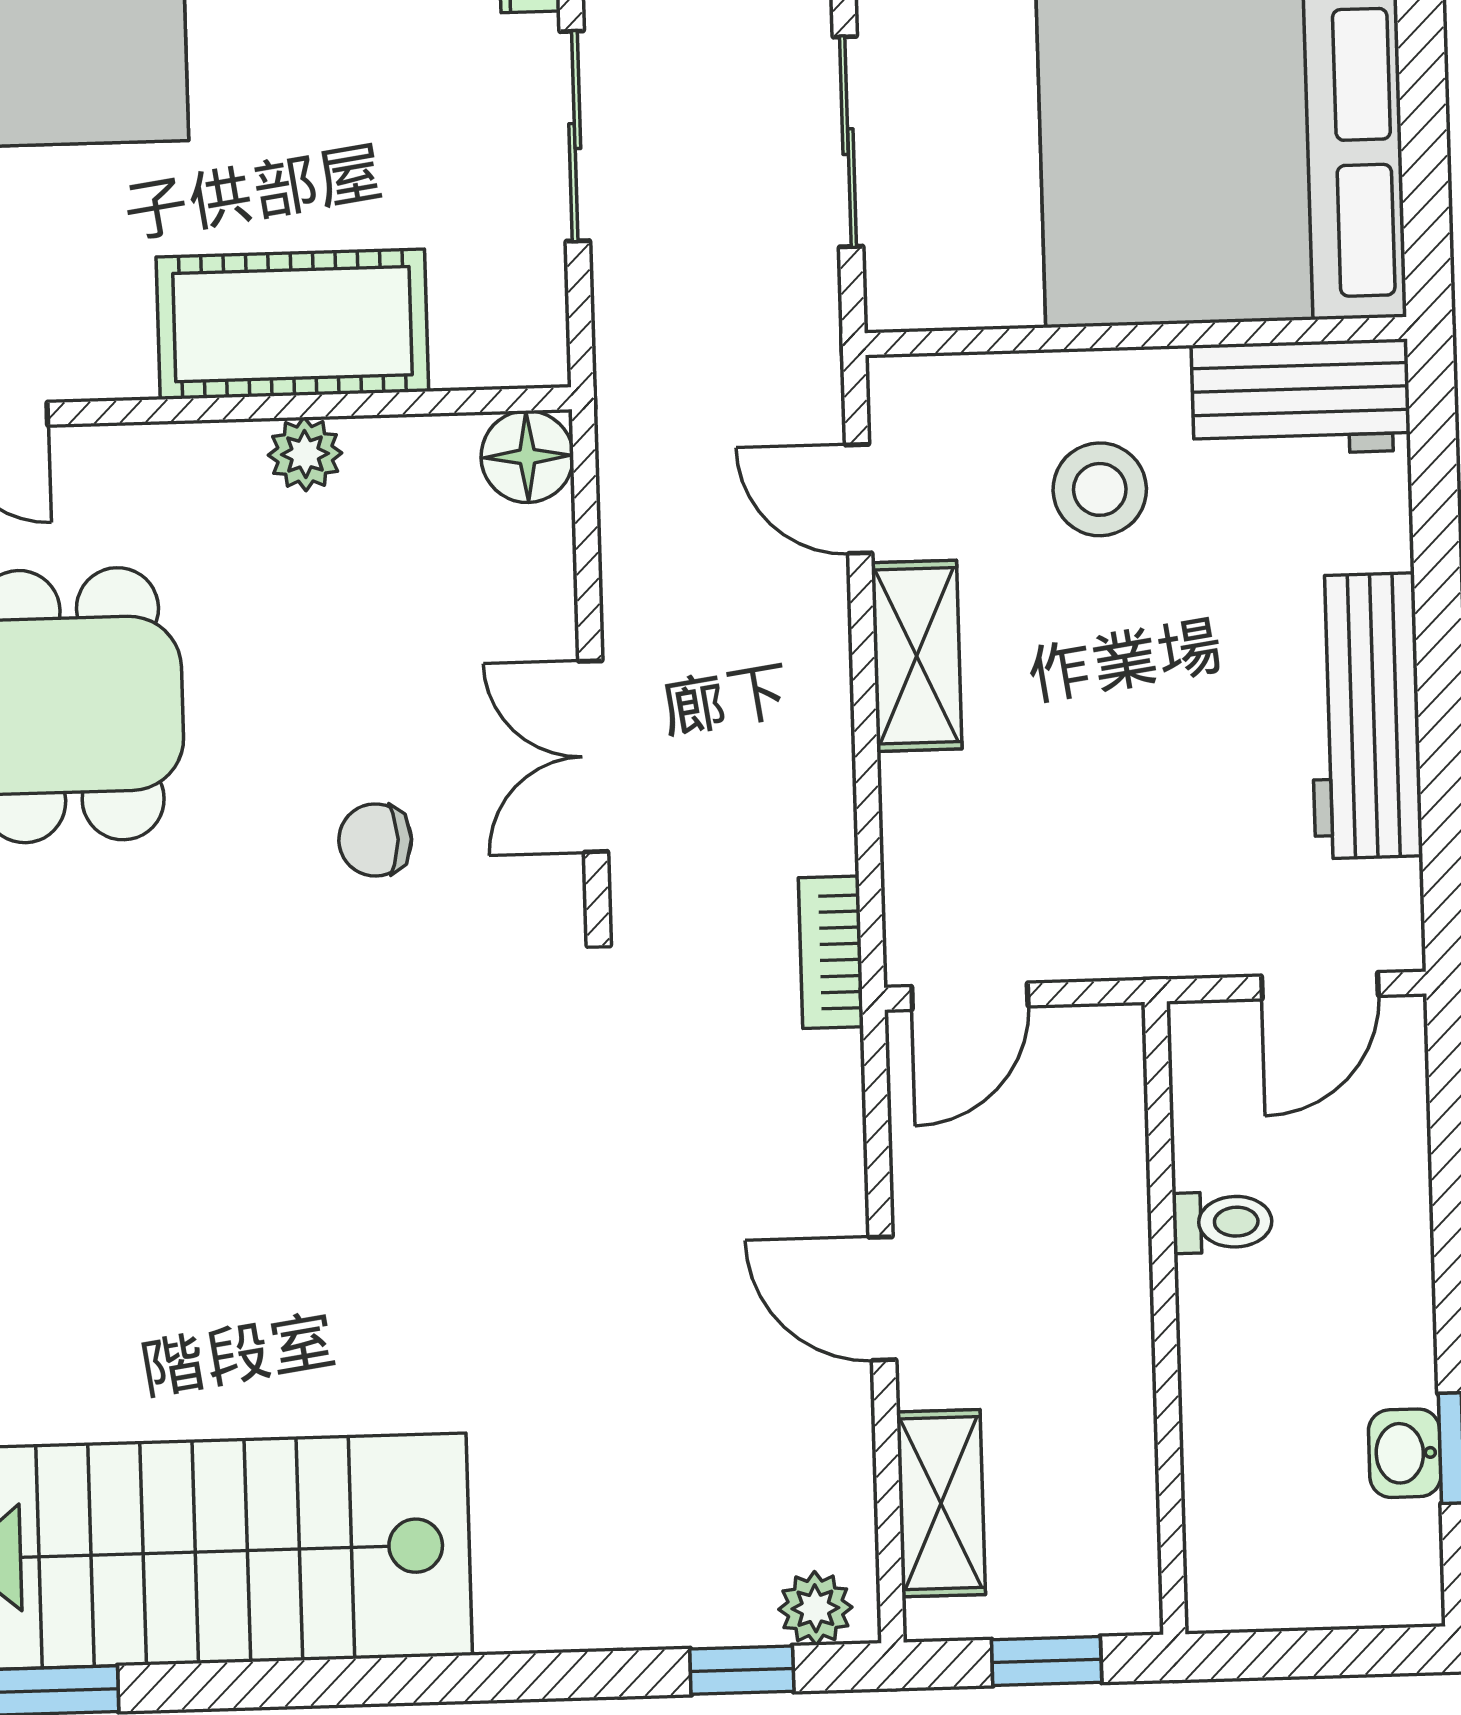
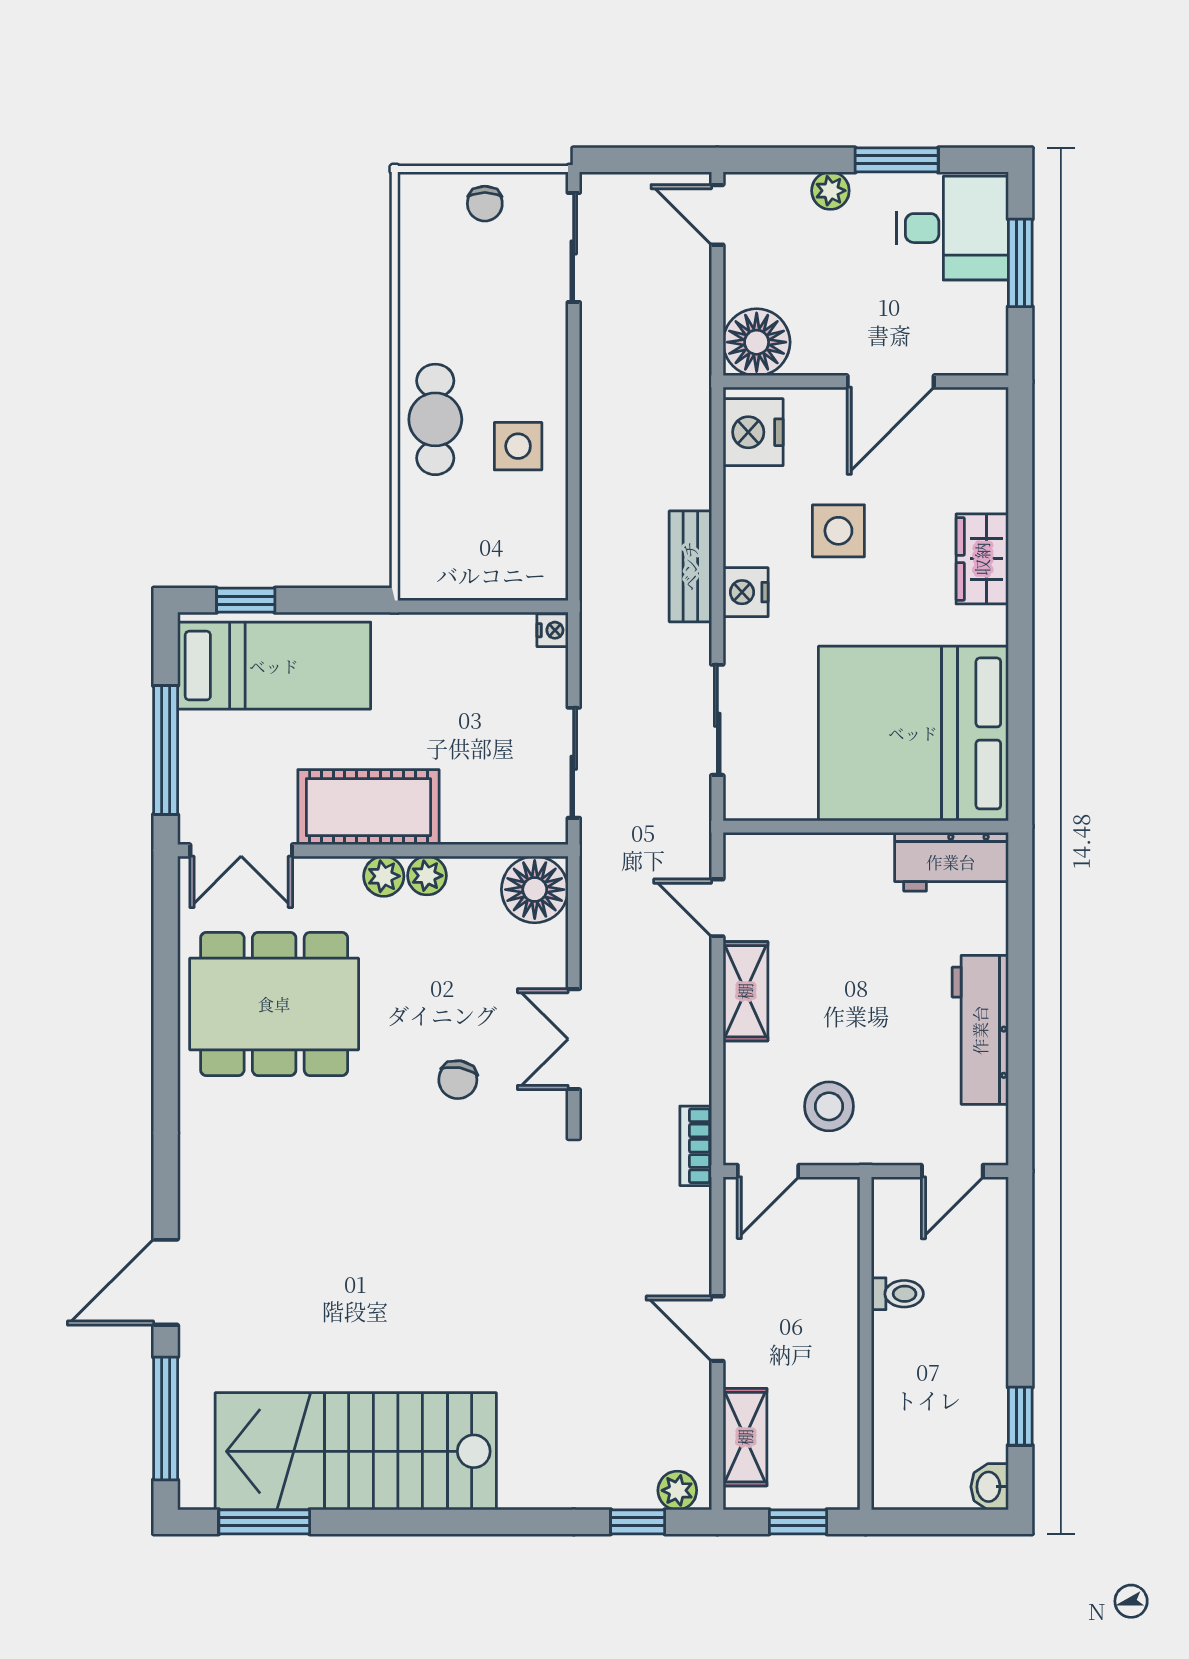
sliding door: (575, 136) -> (574, 763), moved
cot: (292, 324) -> (368, 807), moved
floor lamp: (527, 457) -> (535, 890), width x1.38, depth x1.38
plant: (223, 458) -> (384, 876), added
stool: (1100, 489) -> (829, 1106), moved
chair: (375, 840) -> (458, 1080), turned -80
washbasin: (1405, 1453) -> (990, 1487), moved

